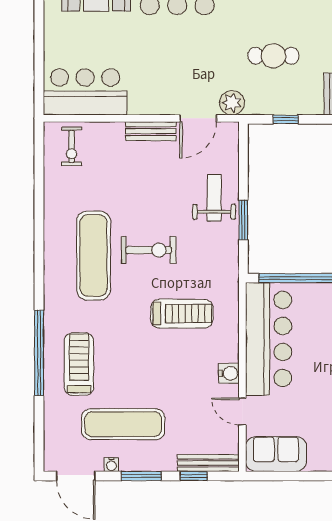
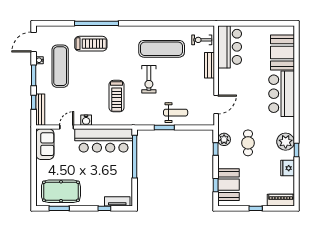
plant: (232, 103) -> (224, 139), moved
door: (198, 118) -> (216, 105), swing flipped
bench: (151, 131) -> (210, 65), moved
exercise mat: (94, 256) -> (162, 49), moved

